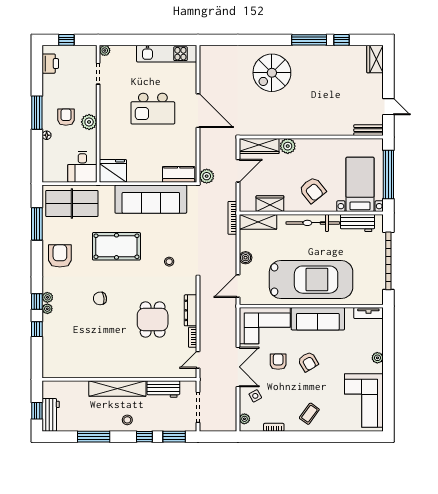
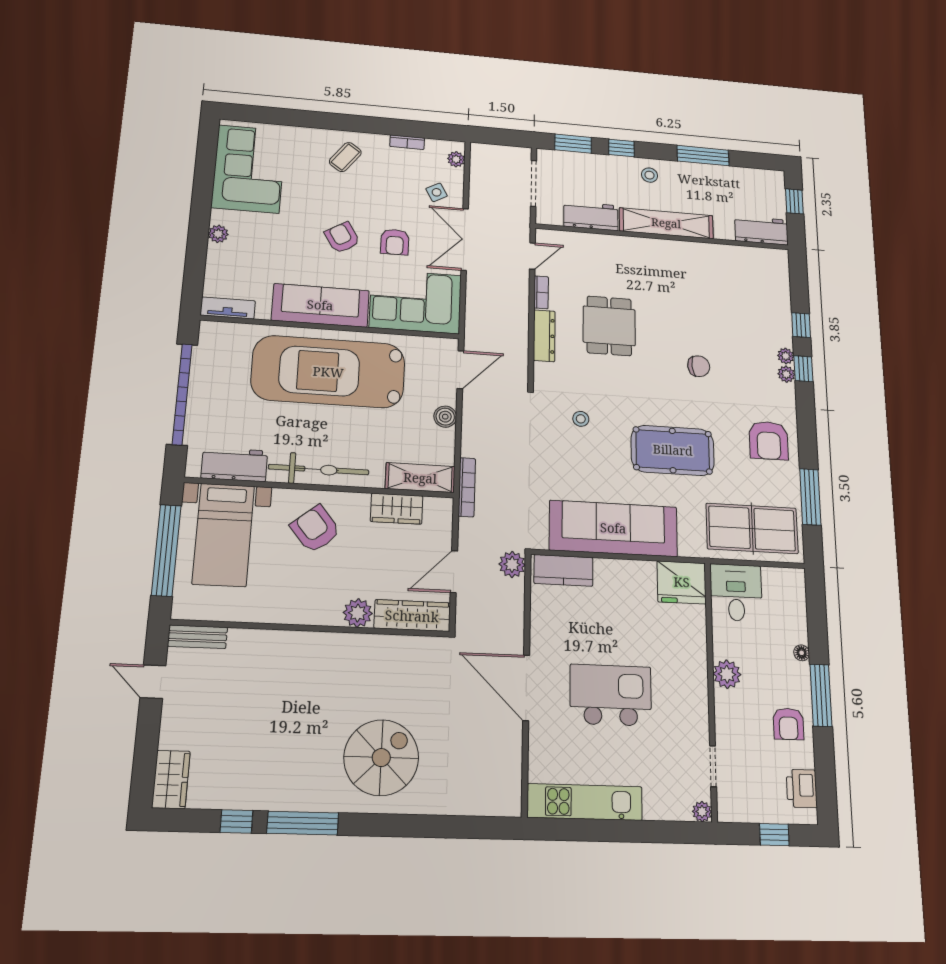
armchair: (66, 117) -> (788, 724), moved
workbench: (51, 415) -> (761, 230), moved, turned 90

